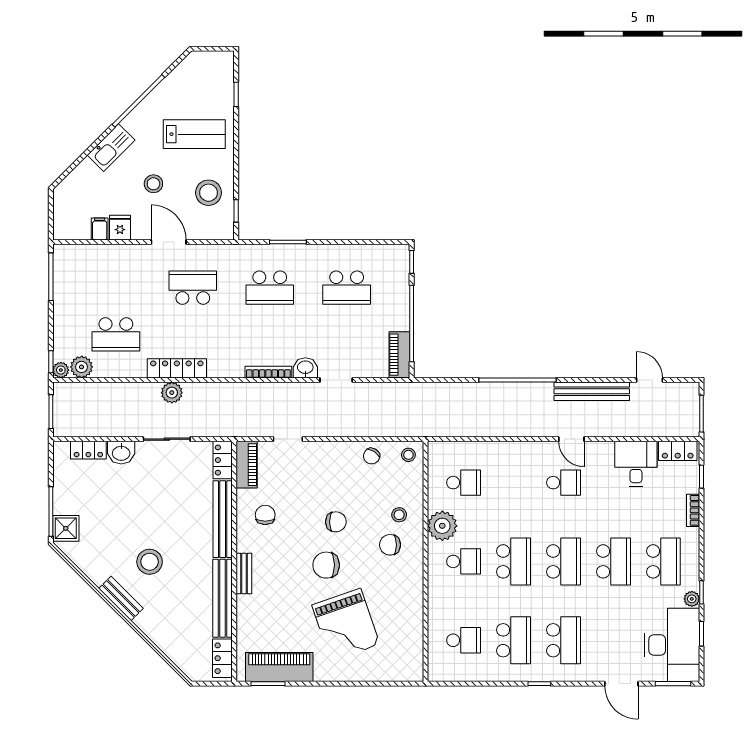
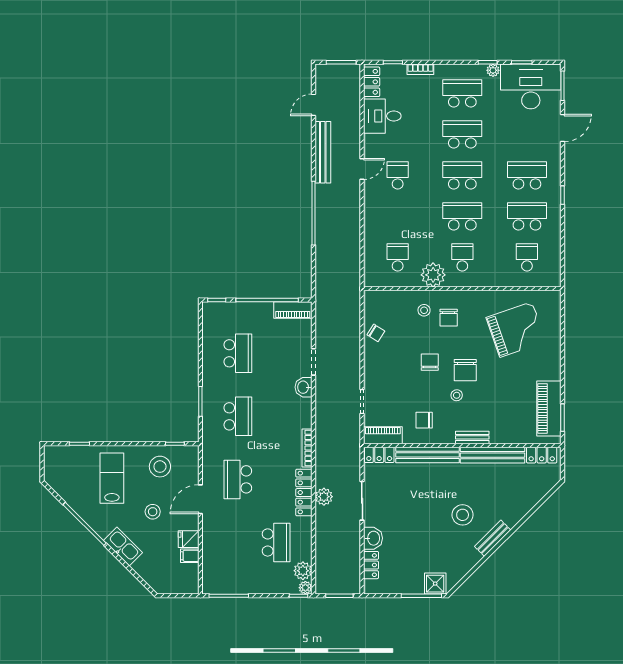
bookcase: (268, 372) -> (307, 448), moved
stool: (408, 455) -> (457, 395), moved
grand piano: (346, 625) -> (516, 330), moved

